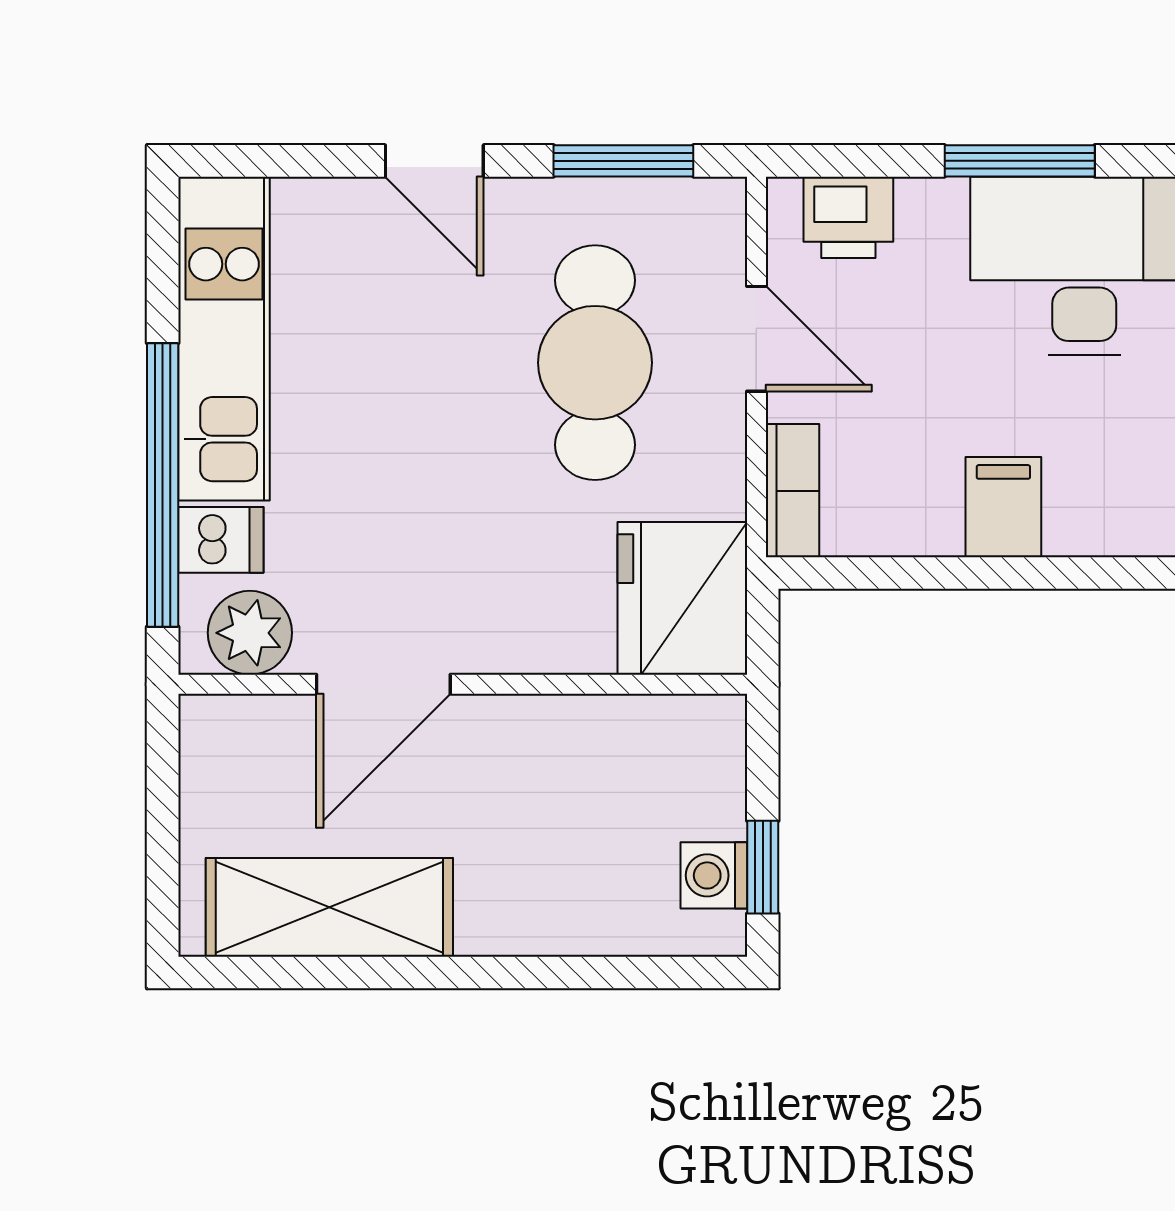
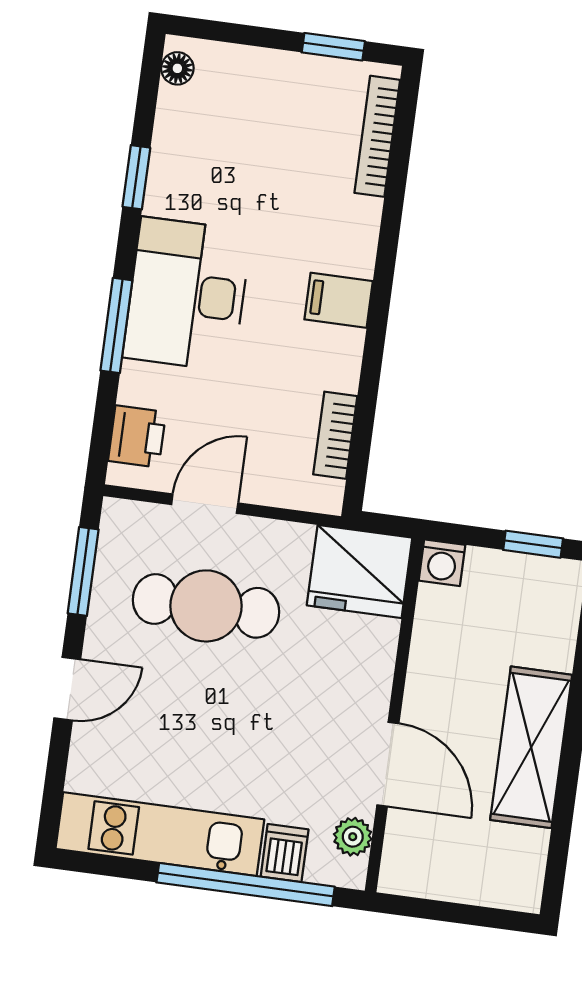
bookcase: (793, 491) -> (335, 435), moved, turned -90
filing cabinet: (1003, 507) -> (339, 300), moved
plant: (250, 633) -> (353, 837), width x0.73, depth x0.73
washing machine: (714, 875) -> (442, 563), moved
shelving: (329, 907) -> (531, 747), moved

